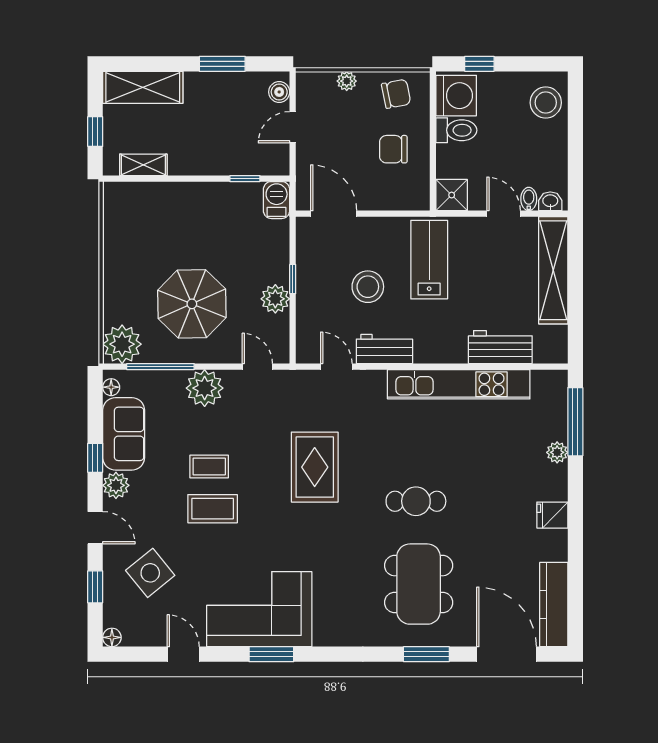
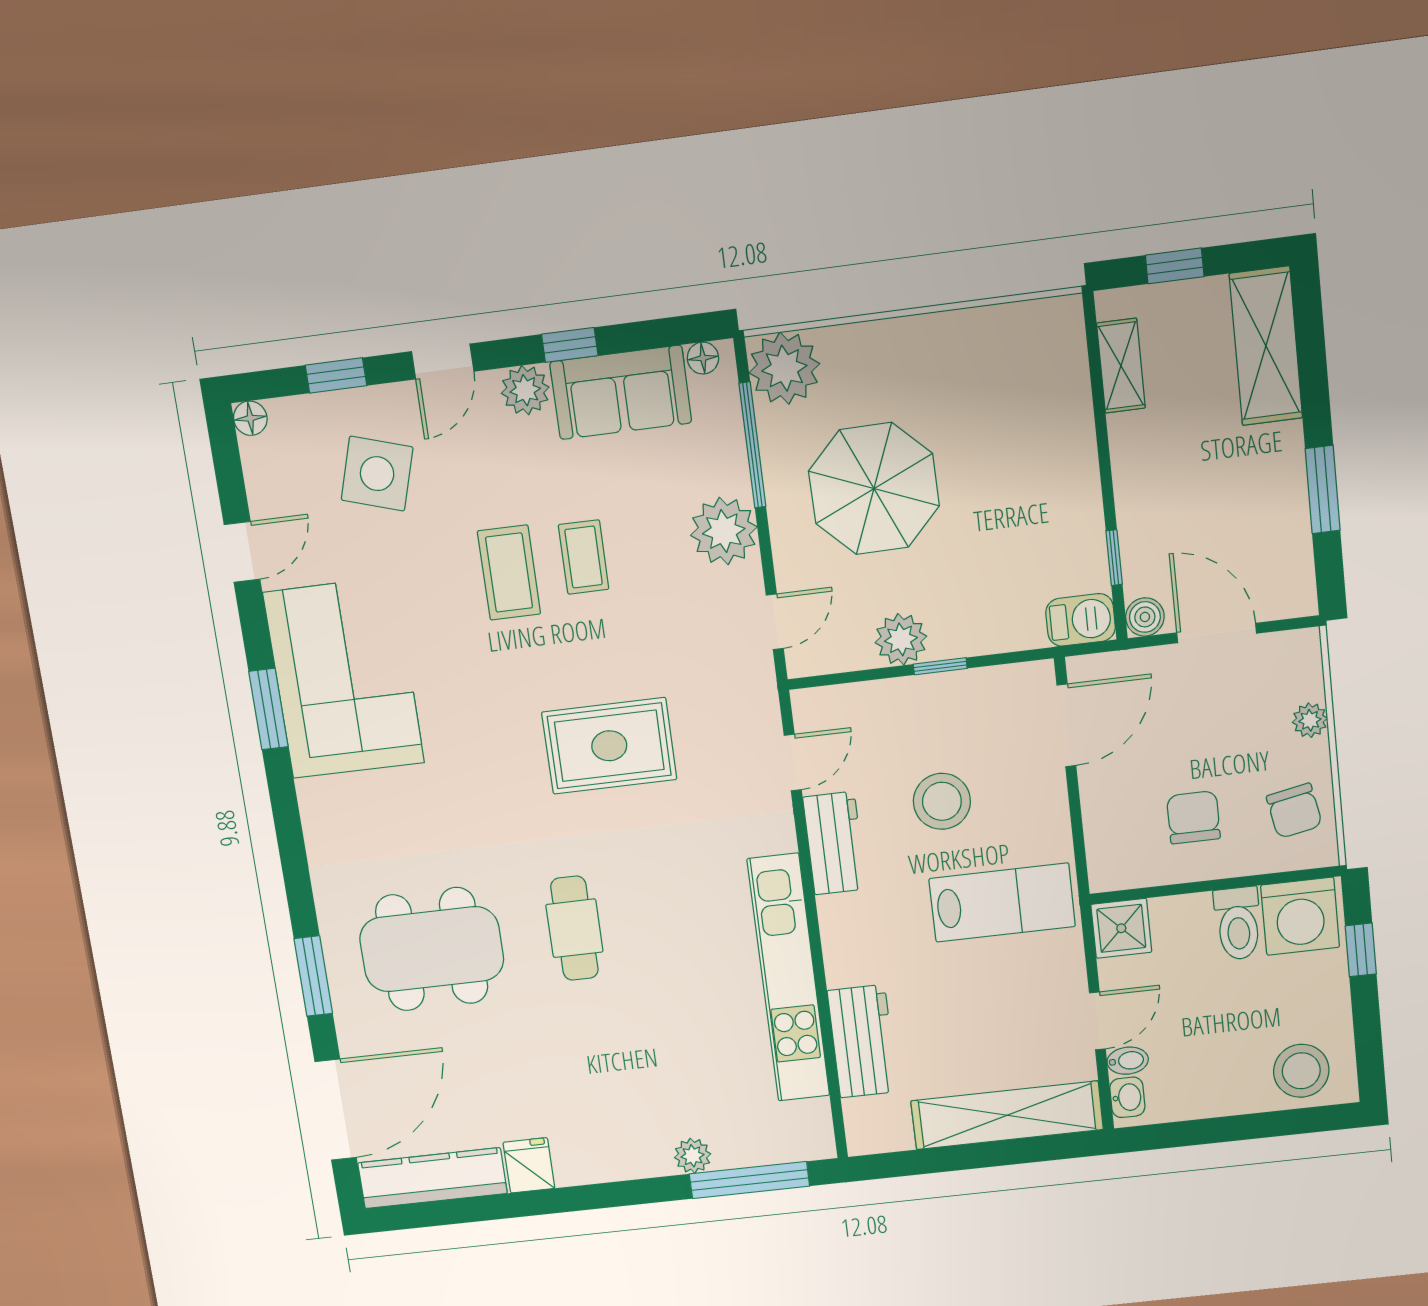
boiler: (279, 92) -> (1145, 617), moved
door: (293, 127) -> (1217, 633), width x1.38
fridge: (552, 515) -> (529, 1165), moved
side table: (150, 573) -> (377, 474), turned -34

